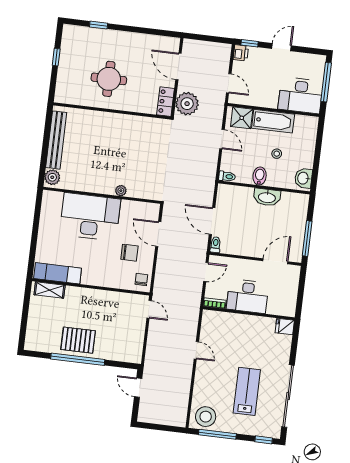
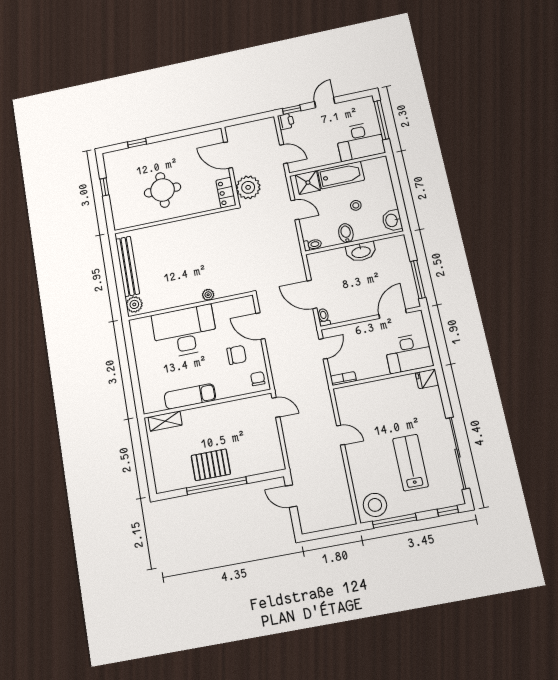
exam couch: (58, 273) -> (190, 396), moved
desk: (247, 296) -> (409, 353), moved

